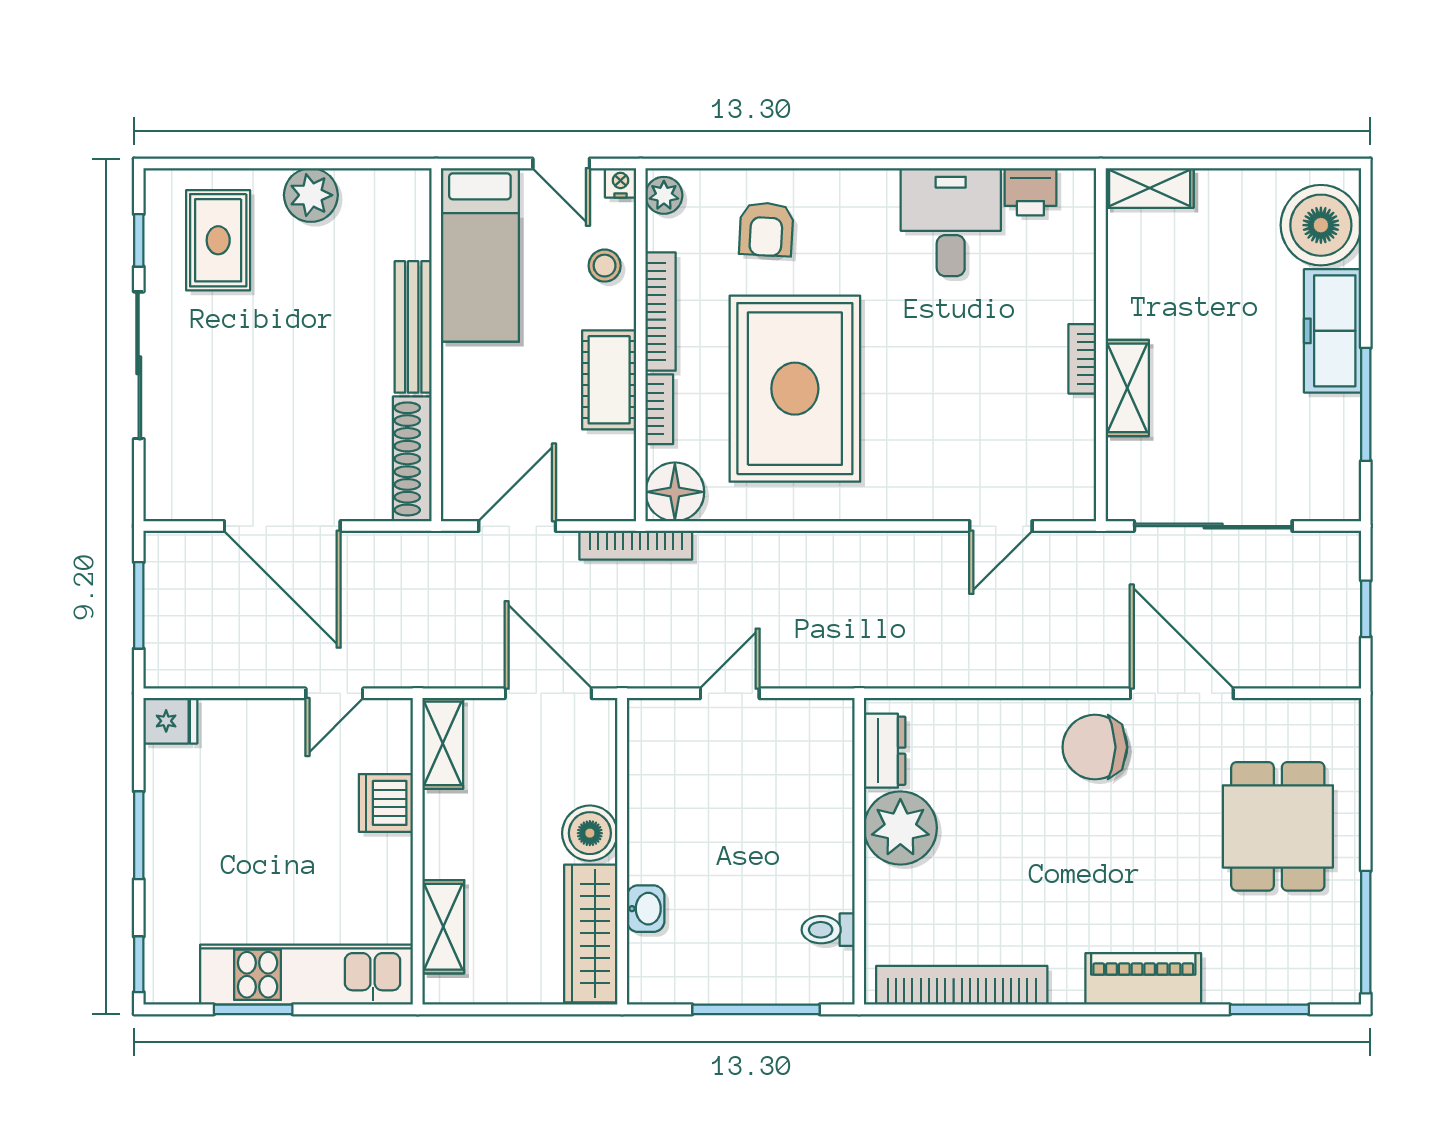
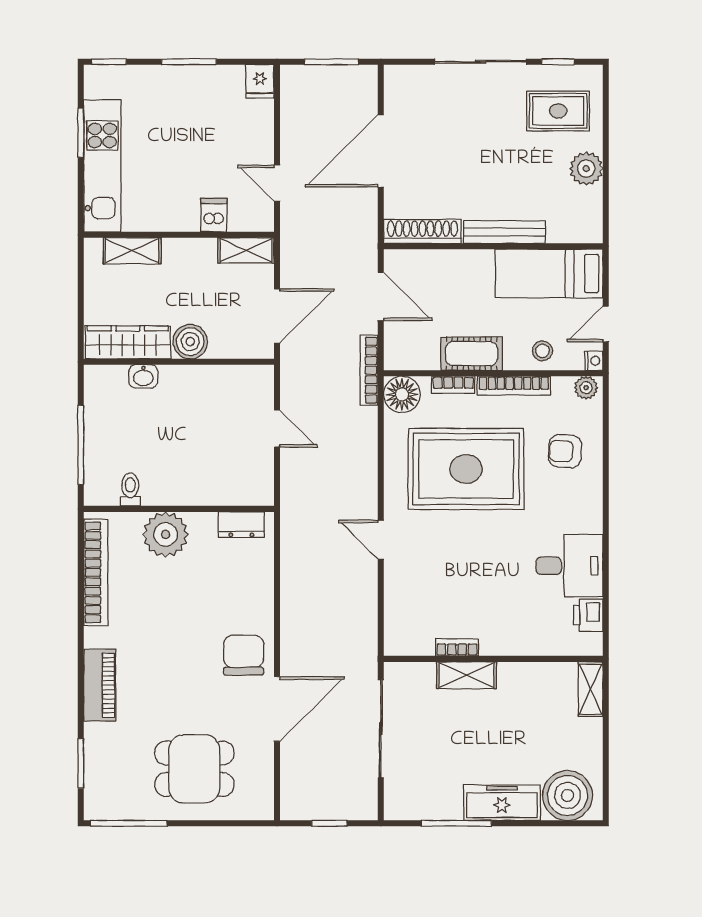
bookcase: (1082, 359) -> (457, 647), moved
door: (1001, 526) -> (381, 540), moved
dishwasher: (386, 803) -> (214, 215), width x0.73
plant: (900, 828) -> (166, 534), moved

